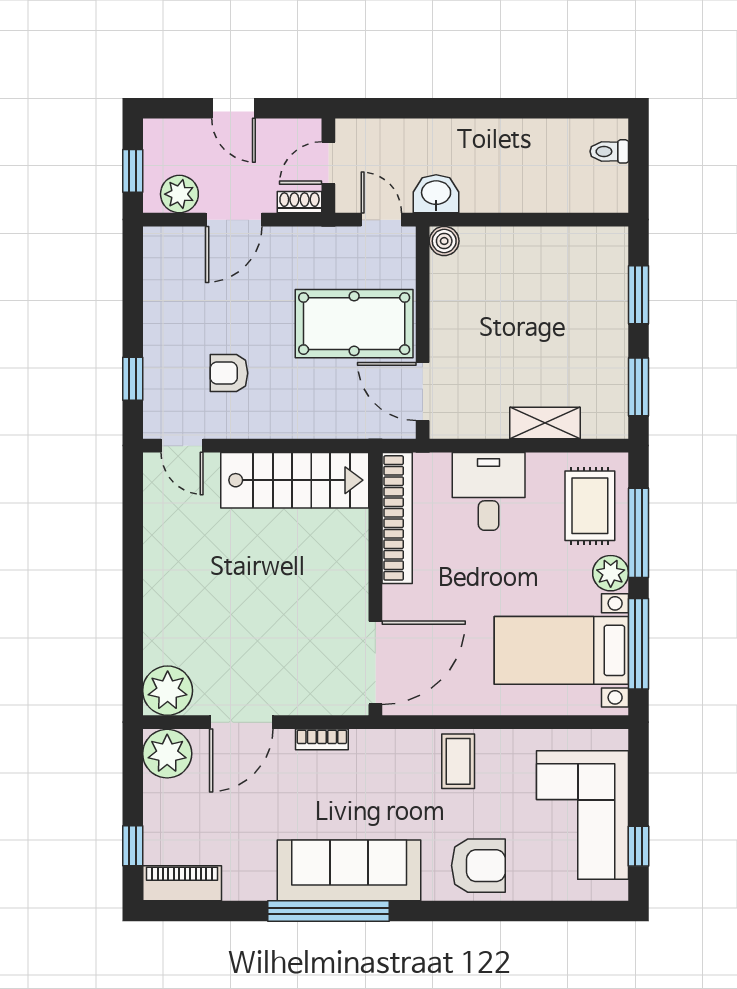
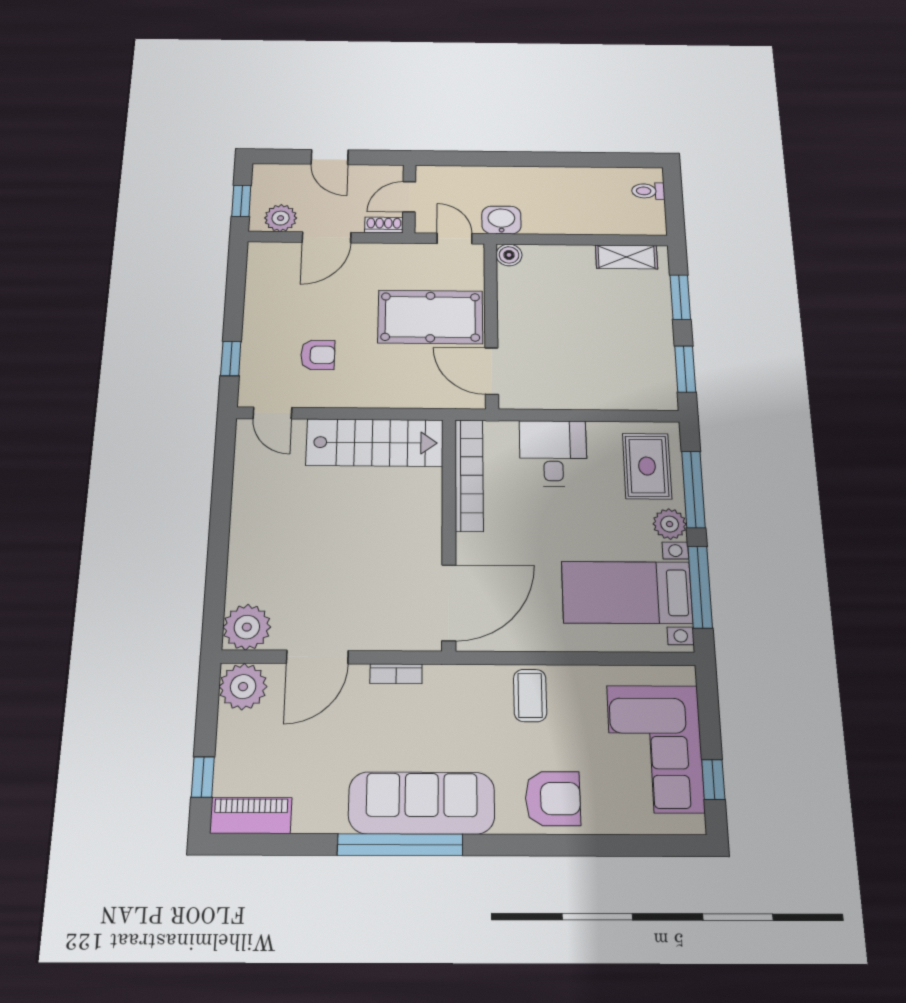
armchair: (229, 373) -> (318, 355), turned 180
shelving: (545, 423) -> (626, 257), moved

